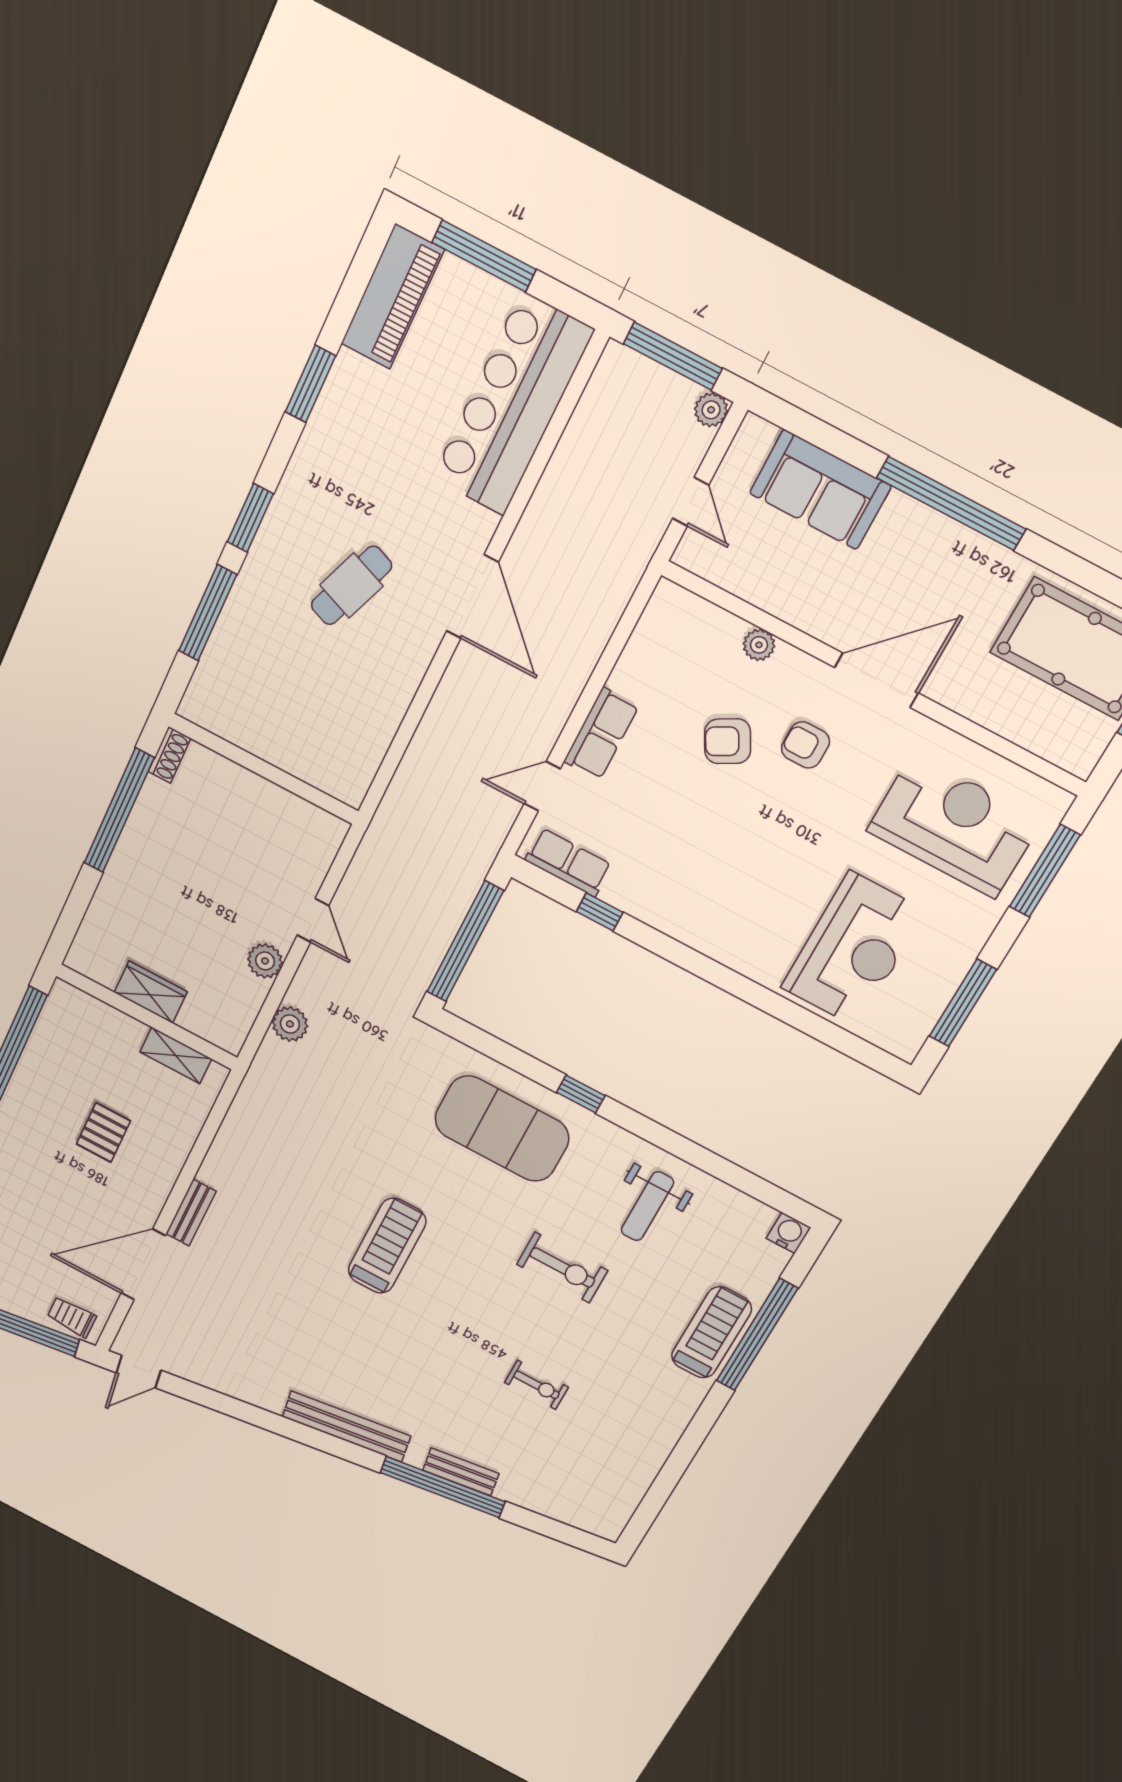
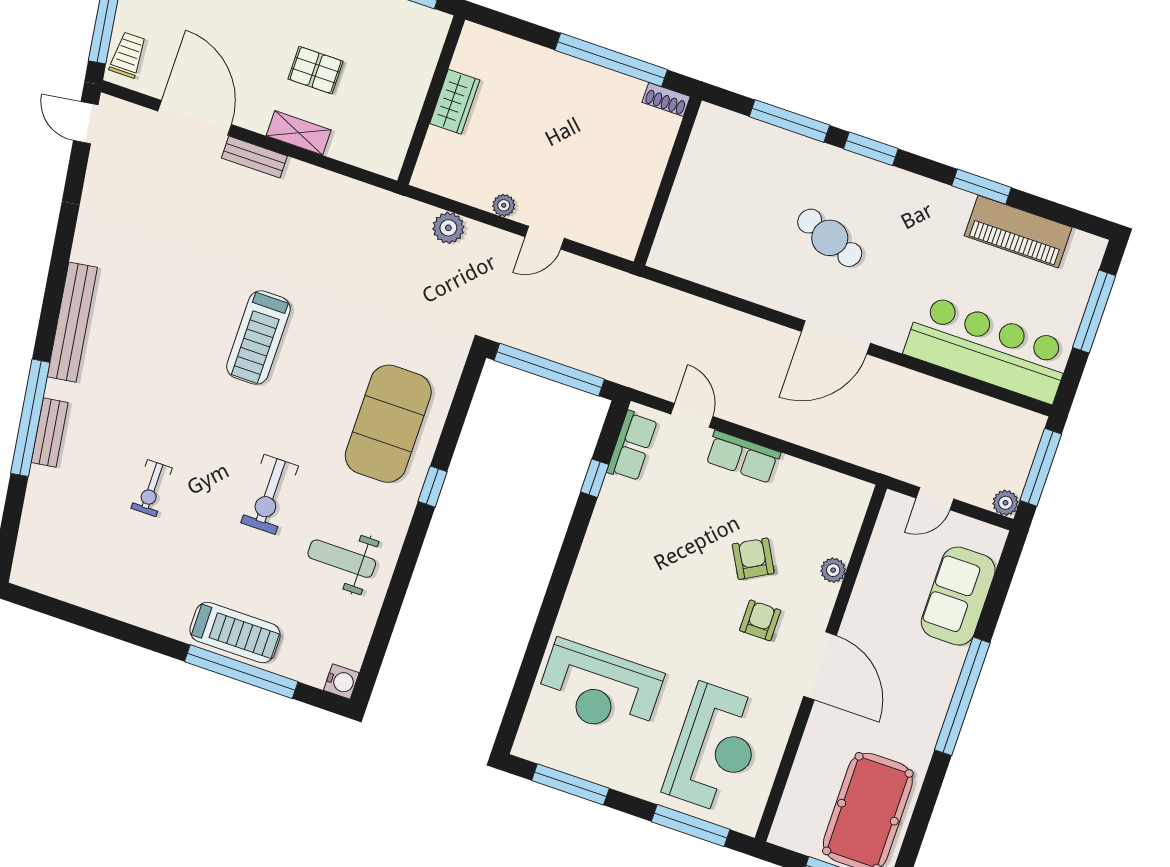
piano: (392, 297) -> (1018, 232), moved
plant: (265, 961) -> (504, 205), width x0.73, depth x0.73
shelving: (176, 1055) -> (299, 133), moved, turned 90
treadmill: (387, 1246) -> (258, 338), turned 90

